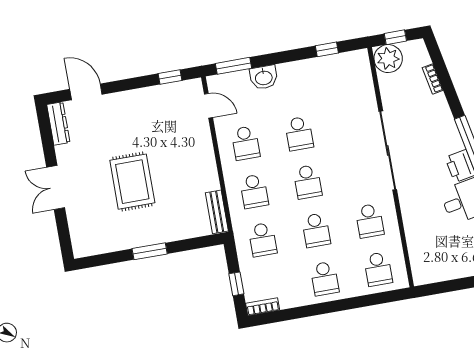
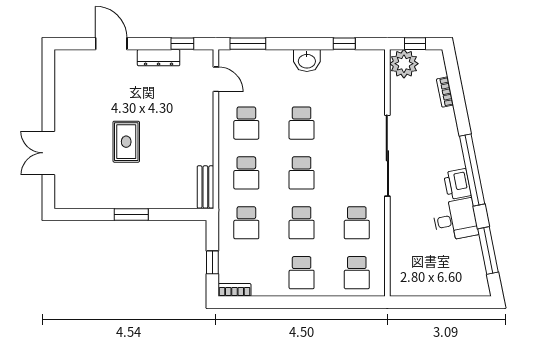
washbasin: (264, 77) -> (307, 61), moved
door: (86, 92) -> (111, 44), moved
dresser: (58, 124) -> (159, 58), moved, turned 90
rug: (132, 182) -> (126, 142), width x0.73, depth x0.70
double door: (56, 188) -> (48, 153), moved

